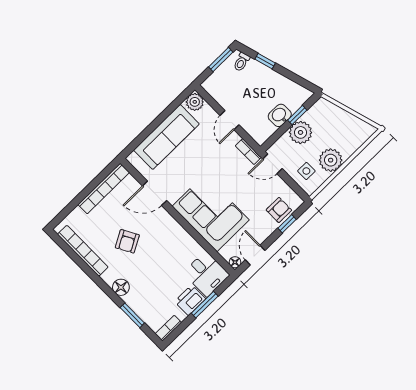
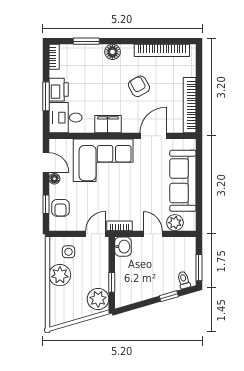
plant: (195, 102) -> (175, 223), moved
washbasin: (280, 115) -> (123, 247), moved
plant: (301, 132) -> (98, 299), moved
filing cabinet: (179, 237) -> (108, 124), added
floor lamp: (235, 262) -> (54, 179), moved

